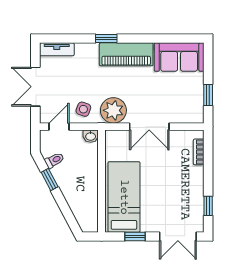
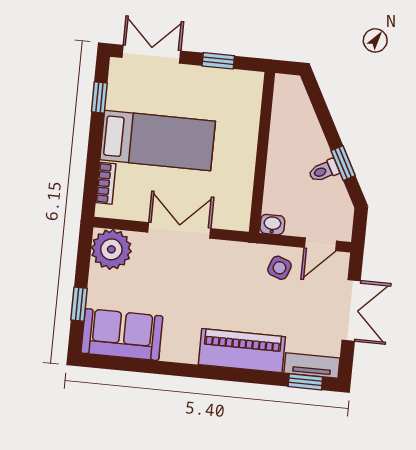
window: (106, 39) -> (305, 382), moved
piano: (126, 54) -> (242, 351), moved
window: (208, 95) -> (79, 304), moved
plant: (113, 110) -> (111, 249), moved
toilet: (54, 160) -> (324, 171), moved
bed: (124, 197) -> (158, 140), moved, turned -90

